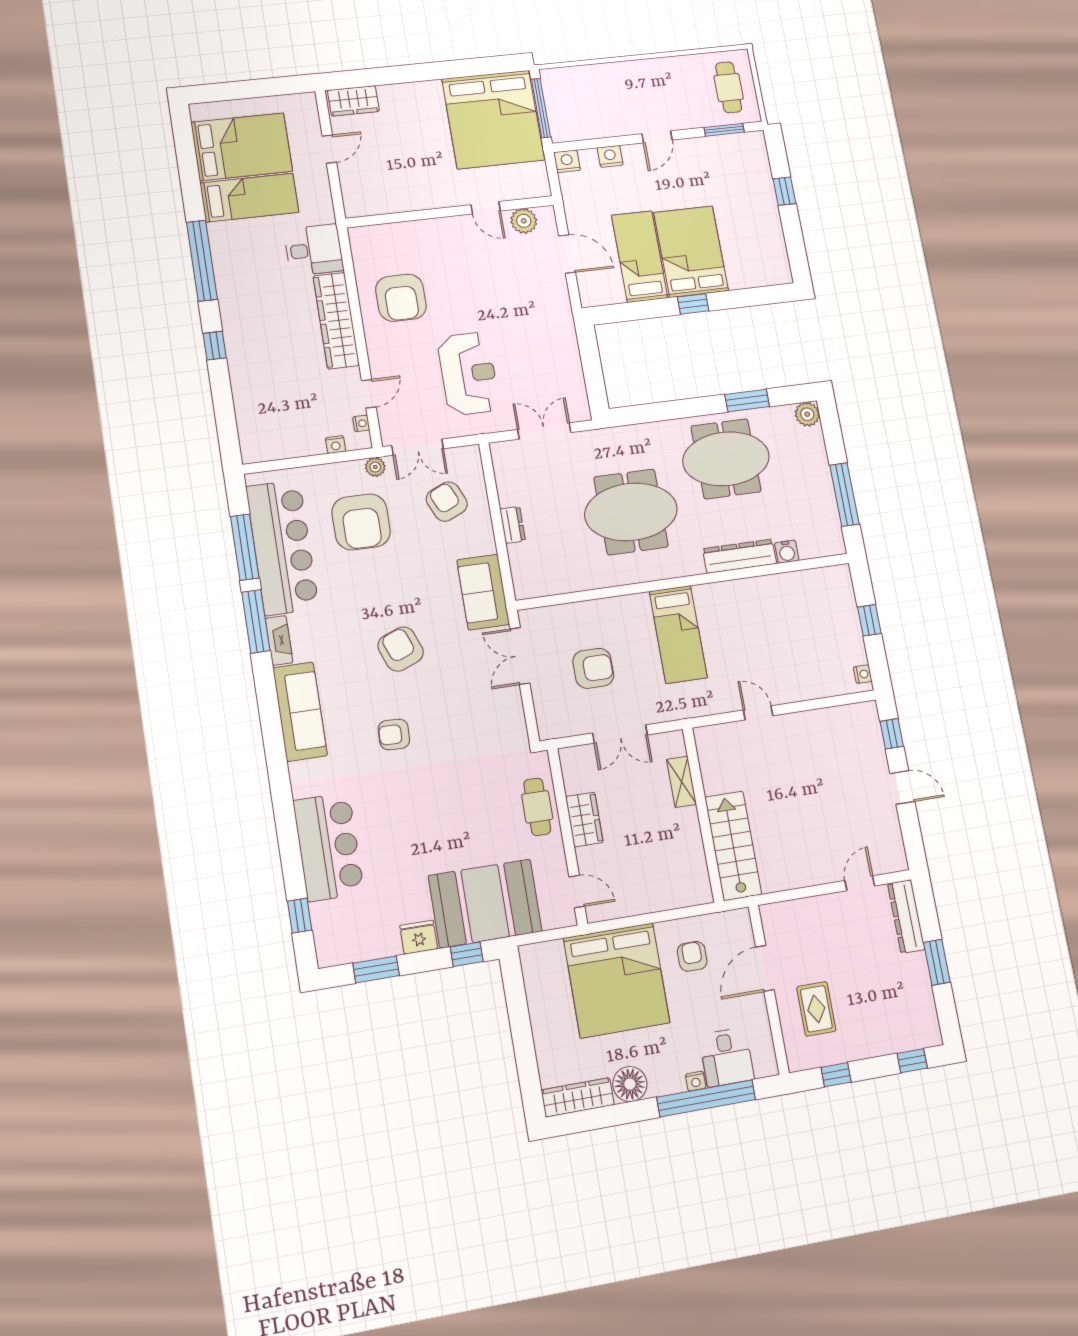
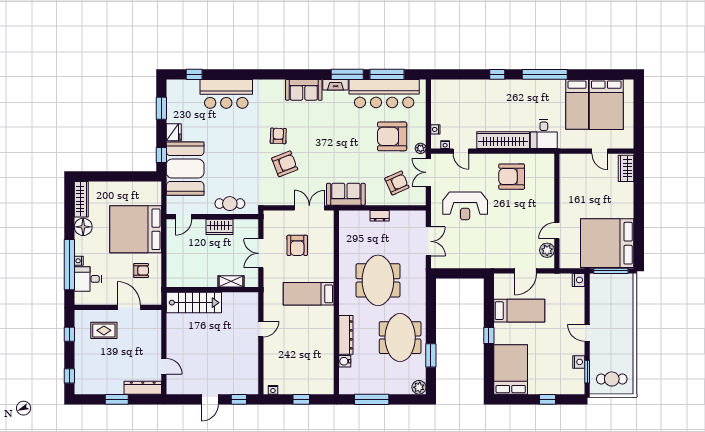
nightstand: (610, 156) -> (579, 362), moved
bed: (691, 252) -> (511, 369), moved, turned -90
armchair: (401, 649) -> (285, 164), moved
sofa: (300, 712) -> (304, 90), width x0.73

